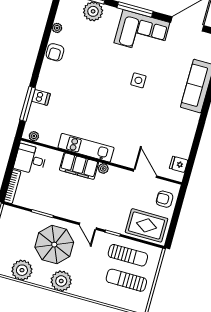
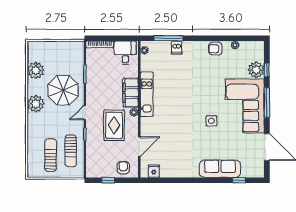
corner sofa: (142, 33) -> (245, 106), width x1.36, depth x1.36
window: (174, 221) -> (108, 180), added
rug: (147, 225) -> (114, 125), moved

